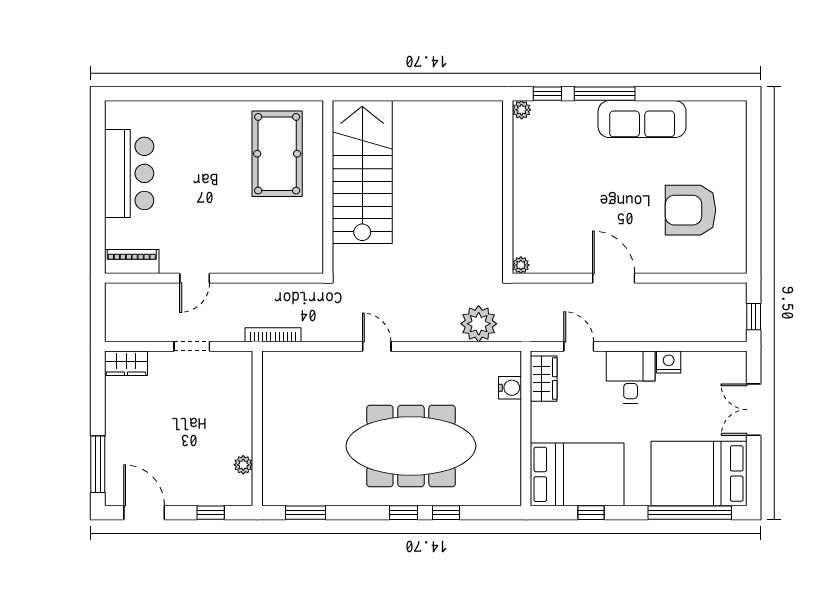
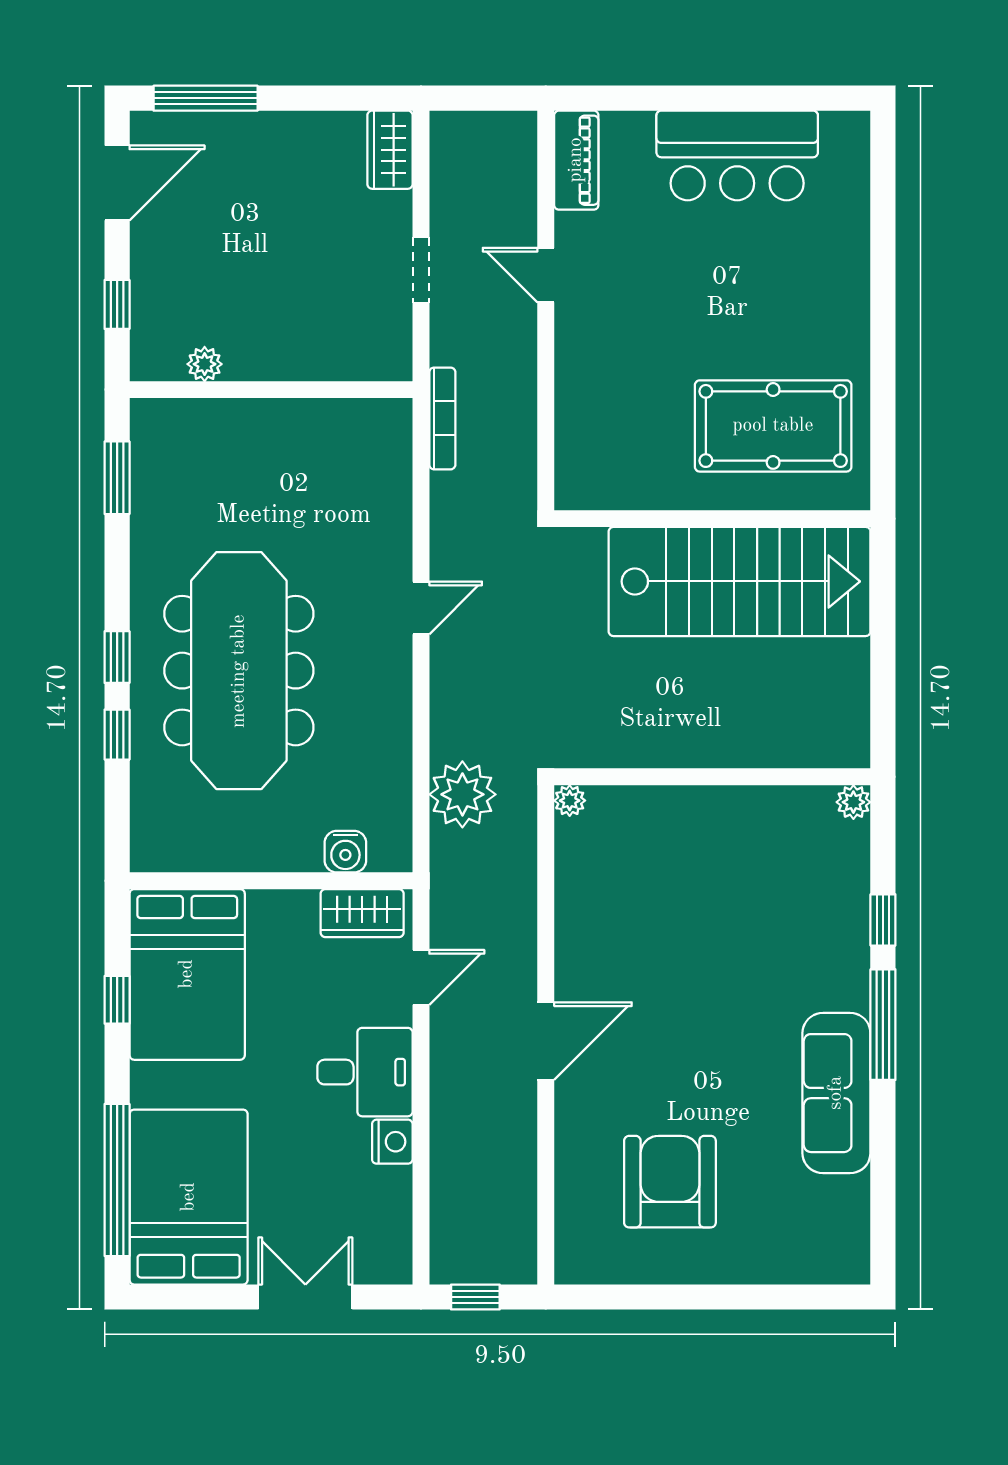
plant: (522, 110) -> (853, 802), moved
wall: (508, 187) -> (712, 777), moved
plant: (521, 265) -> (570, 801), moved

